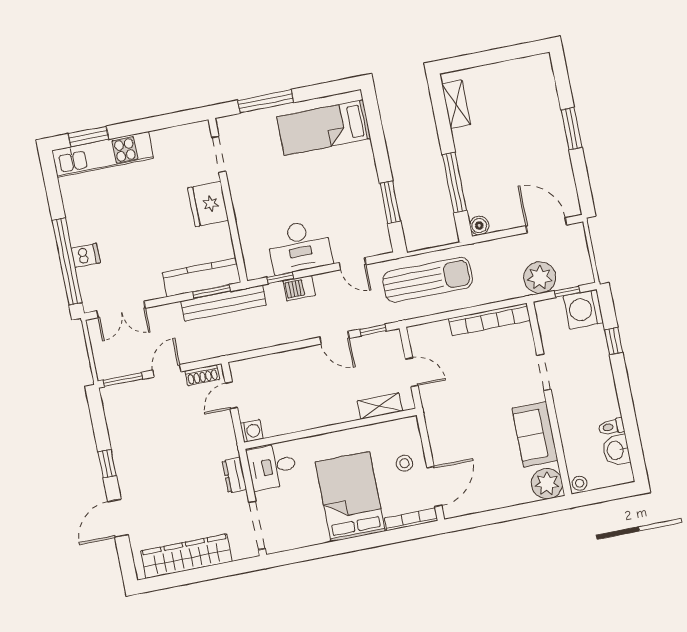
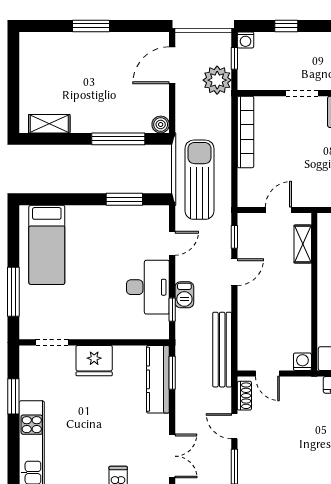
window: (88, 136) -> (13, 396), moved
bench: (224, 303) -> (222, 350), moved
washing machine: (583, 309) -> (246, 40), width x0.53, depth x0.53

